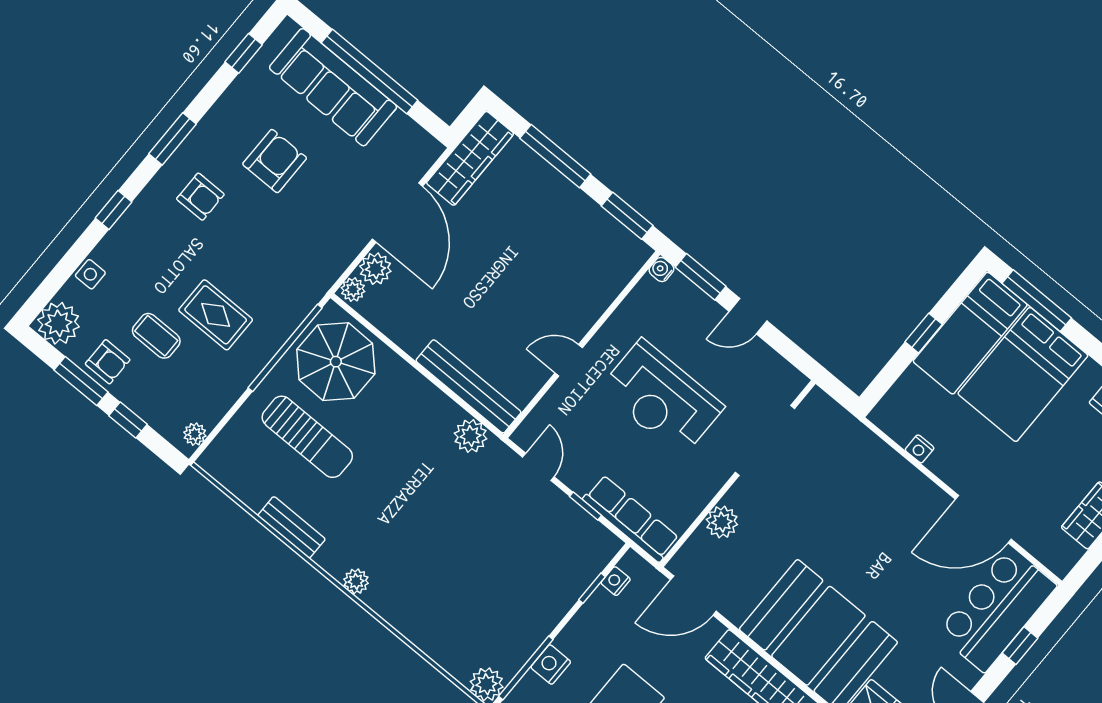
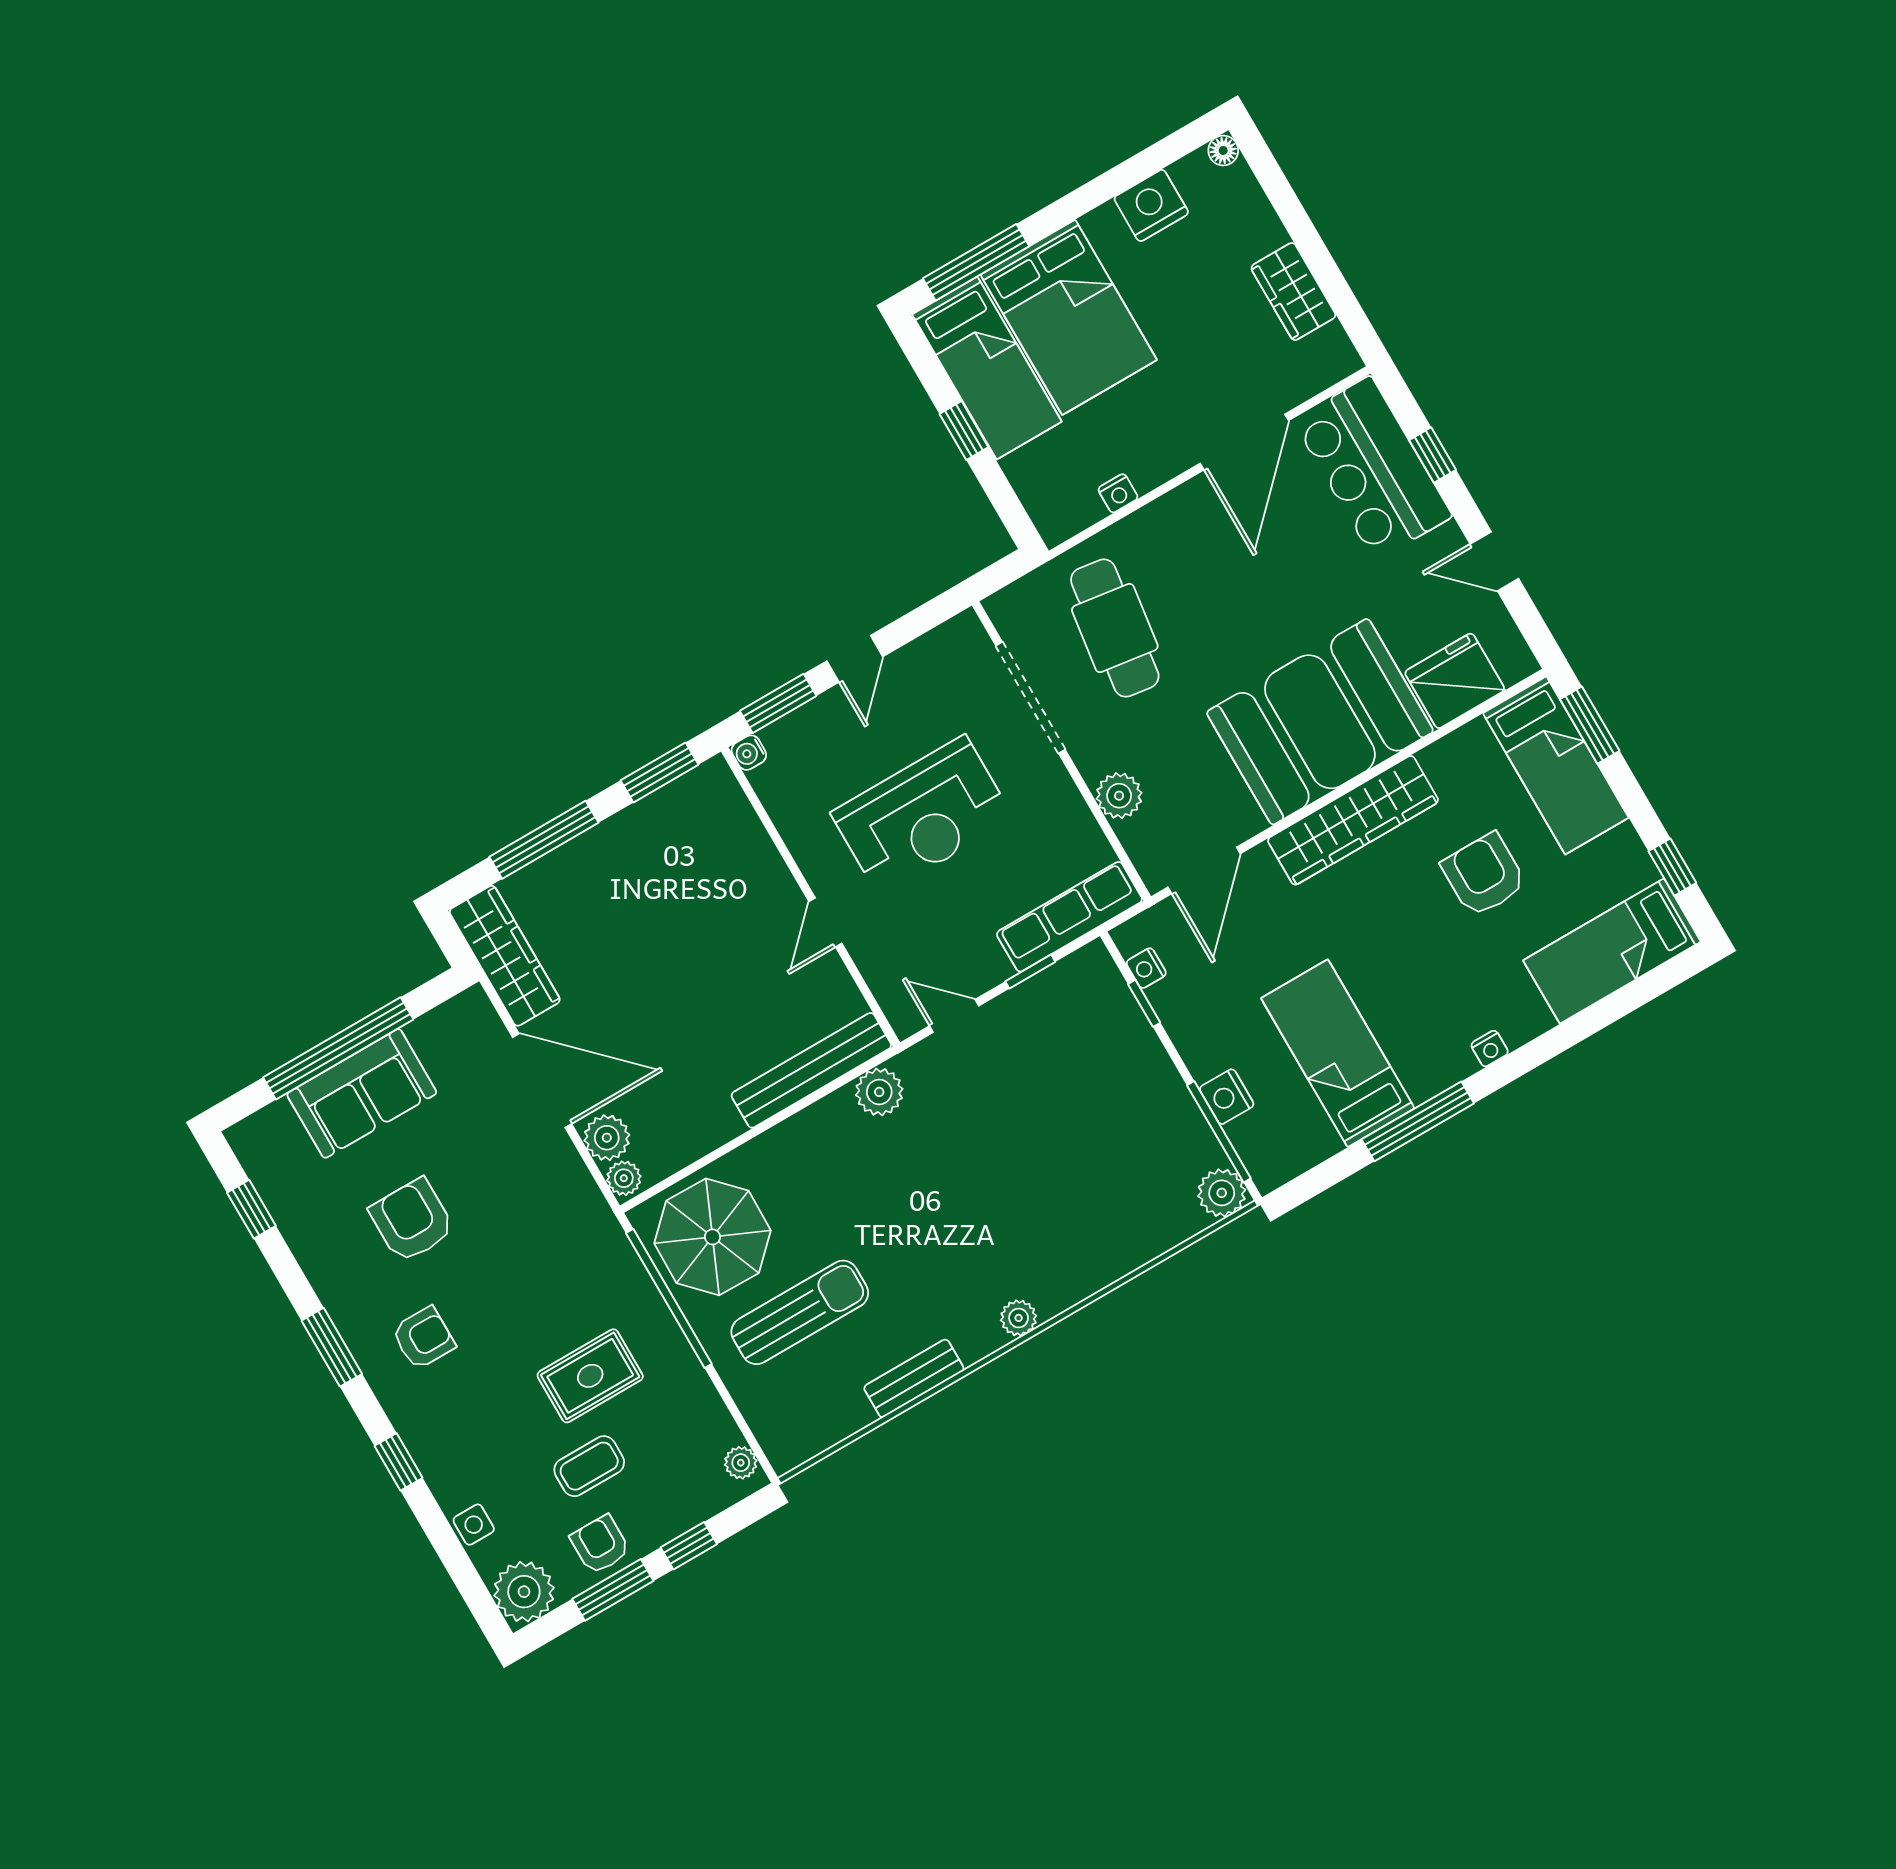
sofa: (333, 87) -> (362, 1093), width x0.73
armchair: (108, 362) -> (600, 1544), turned -90
cafe table: (831, 479) -> (1115, 628), added

